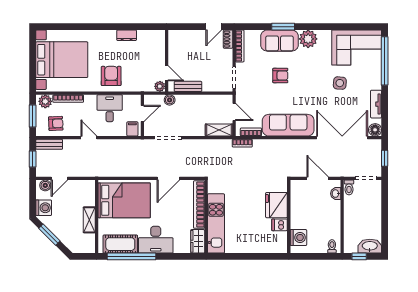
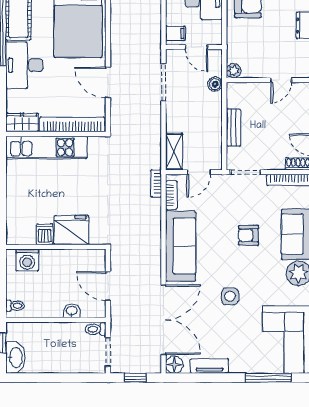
window: (385, 61) -> (268, 378), width x0.68
door: (167, 73) -> (281, 80), moved
armchair: (280, 76) -> (248, 235), turned 90
side table: (340, 83) -> (230, 296), moved
bench: (188, 86) -> (234, 128), moved
door: (318, 178) -> (108, 286), swing flipped
washbasin: (336, 194) -> (72, 311), moved

